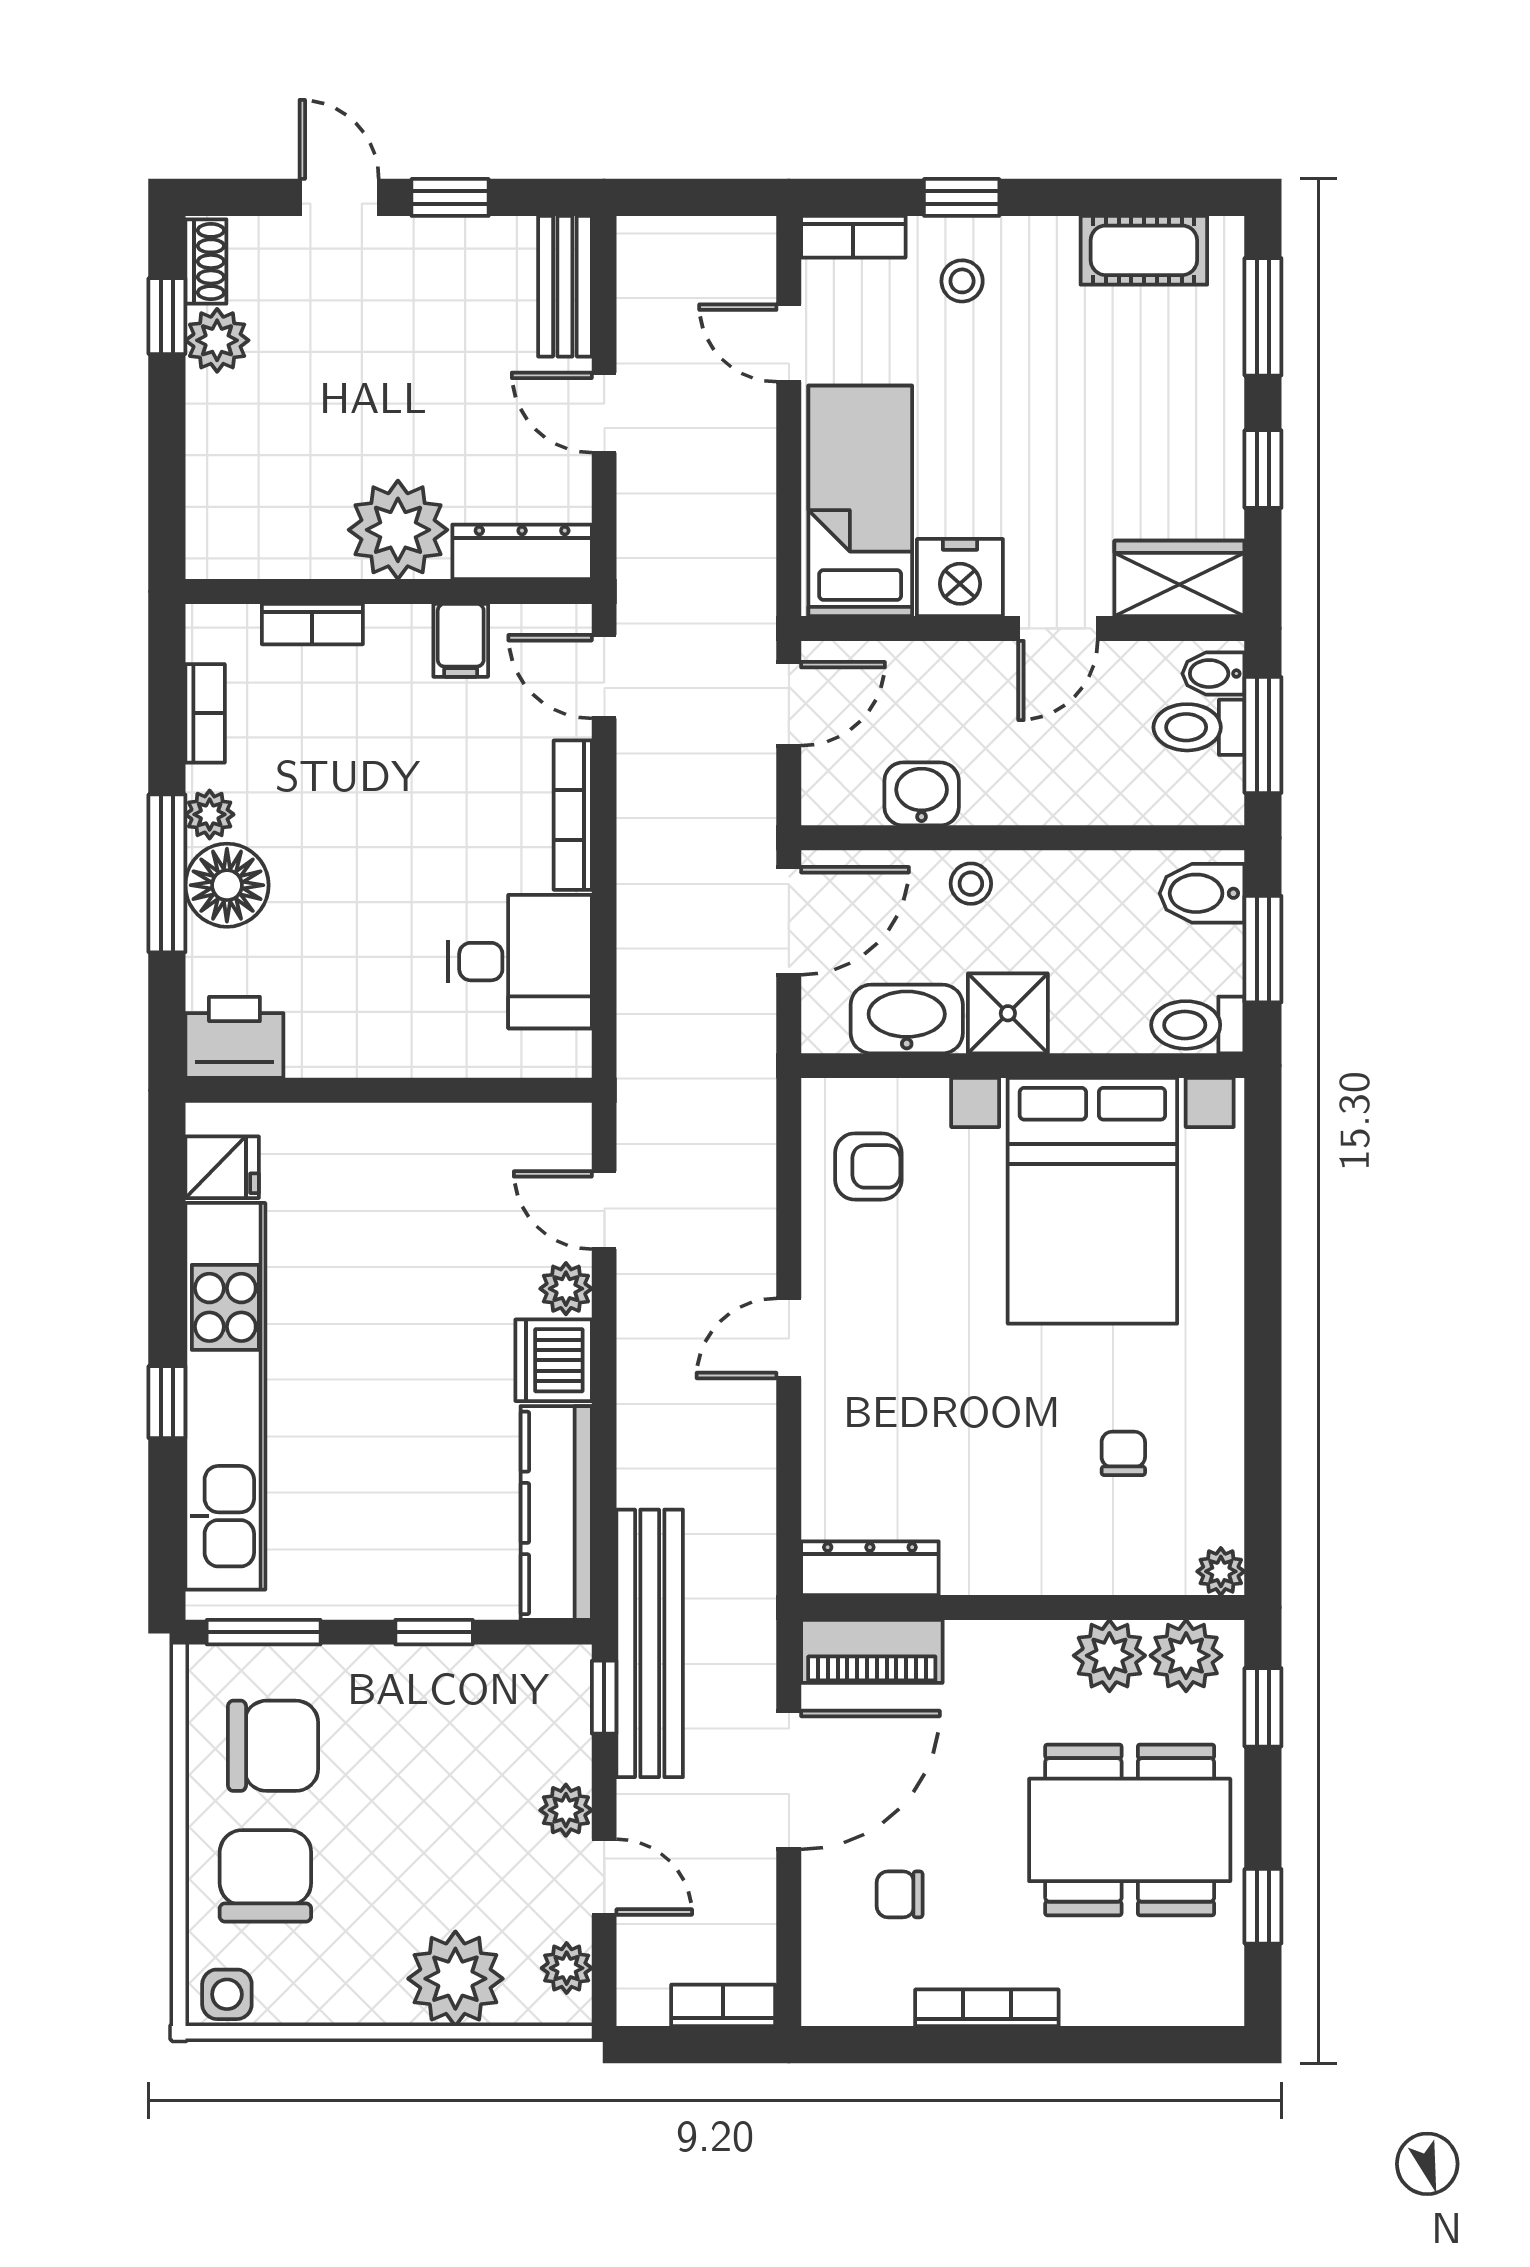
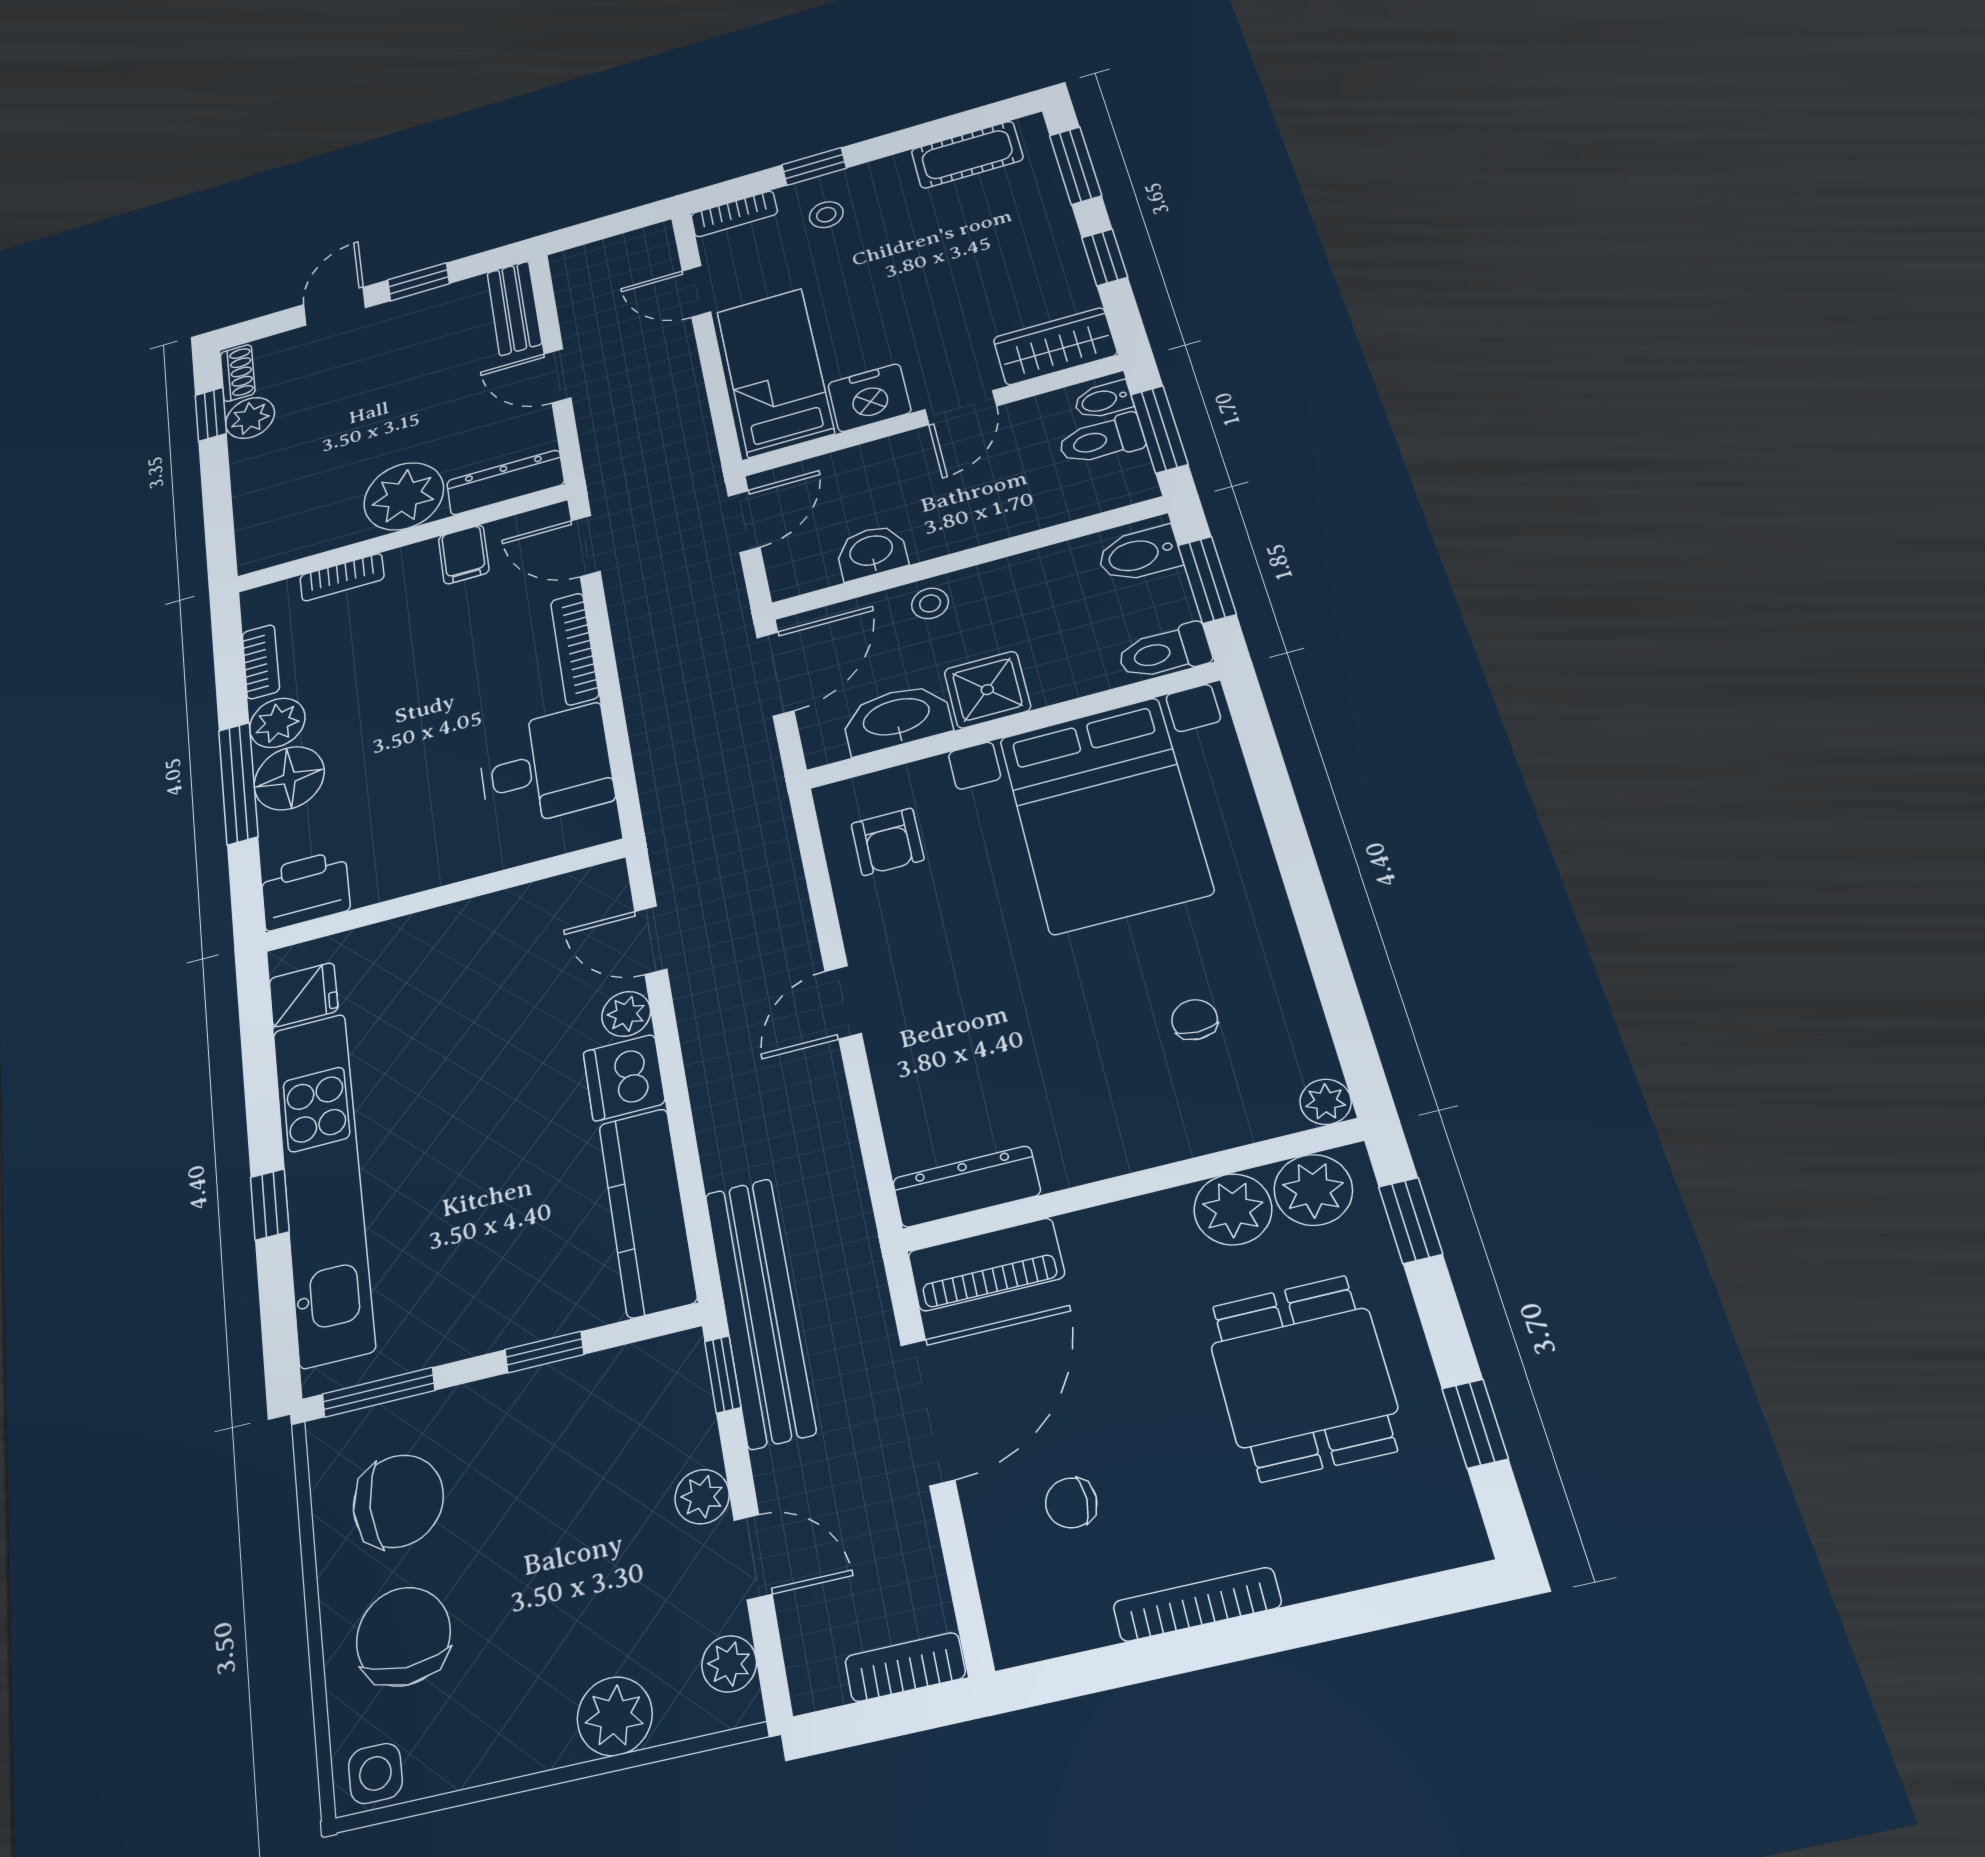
door: (339, 197) -> (335, 306), hinge flipped
plant: (210, 814) -> (277, 723), width x1.38, depth x1.38
armchair: (868, 1166) -> (888, 842), turned 90
dining table: (1130, 1830) -> (1304, 1378), width x0.73
plant: (455, 1979) -> (615, 1716), width x0.73, depth x0.73

